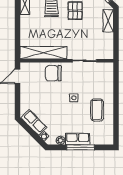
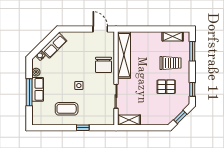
shelving: (108, 21) -> (129, 120), moved
chair: (53, 73) -> (104, 65), turned 180
window: (116, 94) -> (83, 128), added

